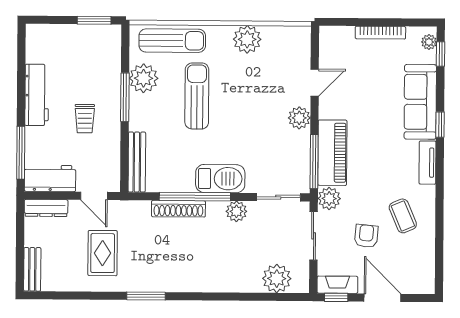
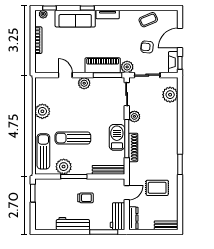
barbecue: (220, 179) -> (117, 137), moved
coffee table: (403, 216) -> (148, 20), moved

